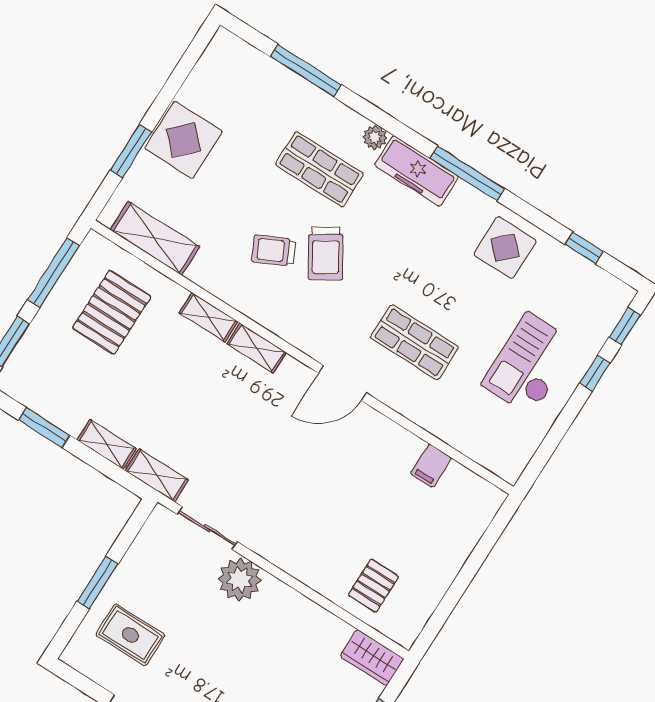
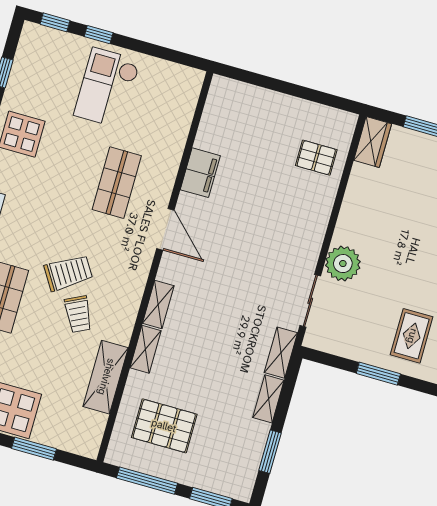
shelving: (155, 238) -> (106, 377), moved
checkout: (529, 364) -> (107, 88), turned 90
filing cabinet: (431, 466) -> (200, 173), moved, width x2.00

